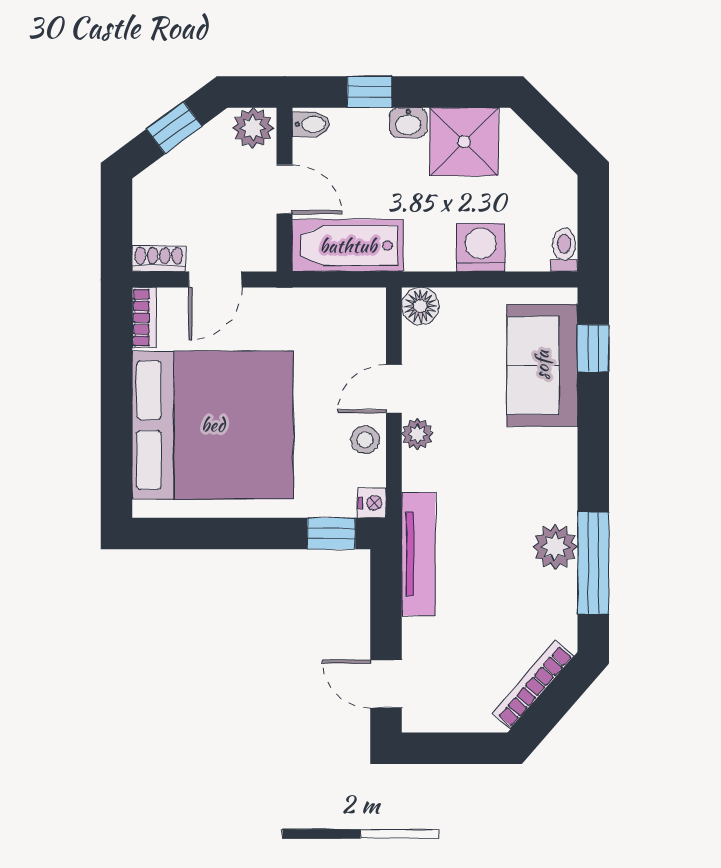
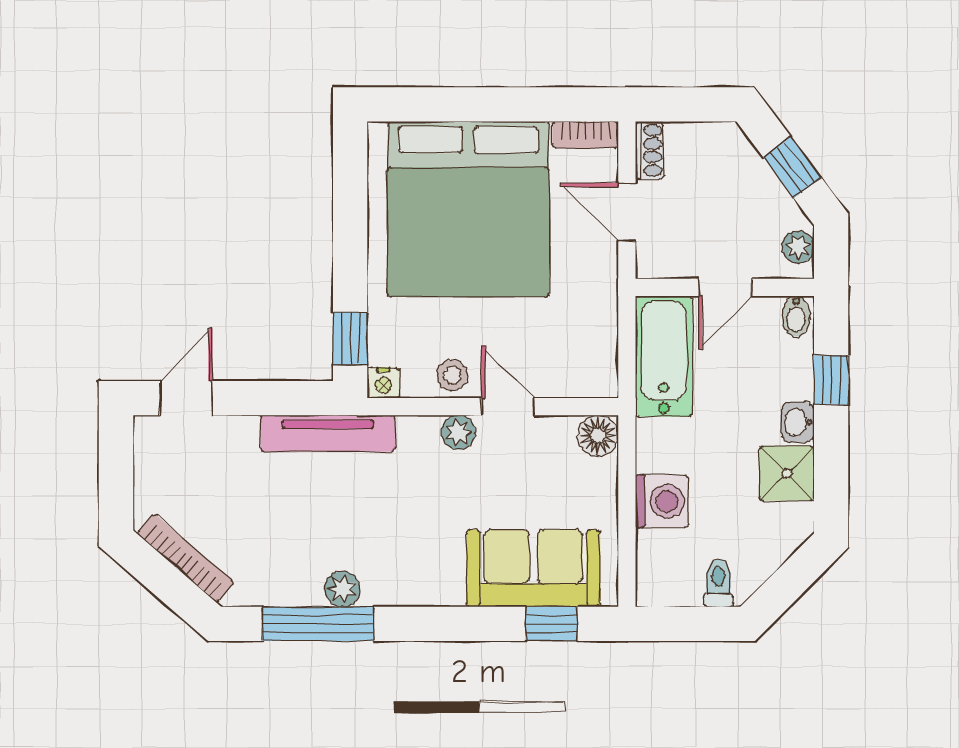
plant: (253, 128) -> (798, 247), width x0.73, depth x0.73
shower: (464, 142) -> (787, 473), width x0.73, depth x0.73
toilet: (564, 250) -> (718, 583), moved, turned -90
plant: (555, 547) -> (342, 589), width x0.73, depth x0.73

